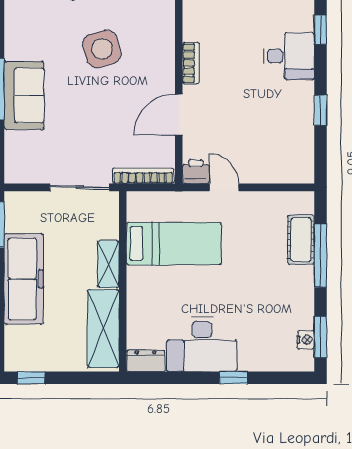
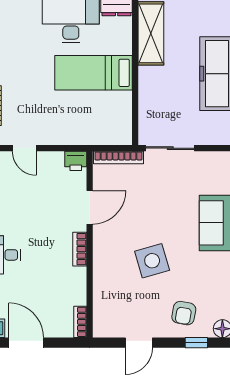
door: (224, 187) -> (24, 148), moved
bed: (174, 243) -> (94, 73), moved
shelving: (108, 264) -> (147, 86), removed

